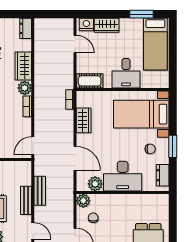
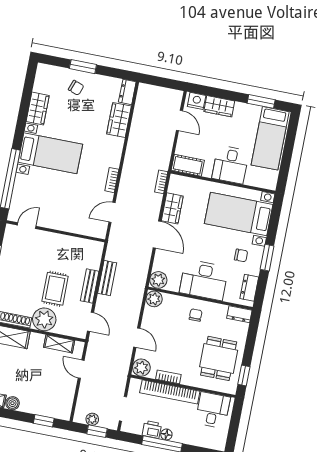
wardrobe: (23, 66) -> (119, 120), moved
plant: (25, 88) -> (113, 159), removed
door: (33, 146) -> (112, 212), moved
door: (75, 158) -> (157, 234), moved
plant: (95, 184) -> (158, 280), moved
dresser: (159, 199) -> (239, 314), added
chair: (93, 218) -> (196, 315), moved

